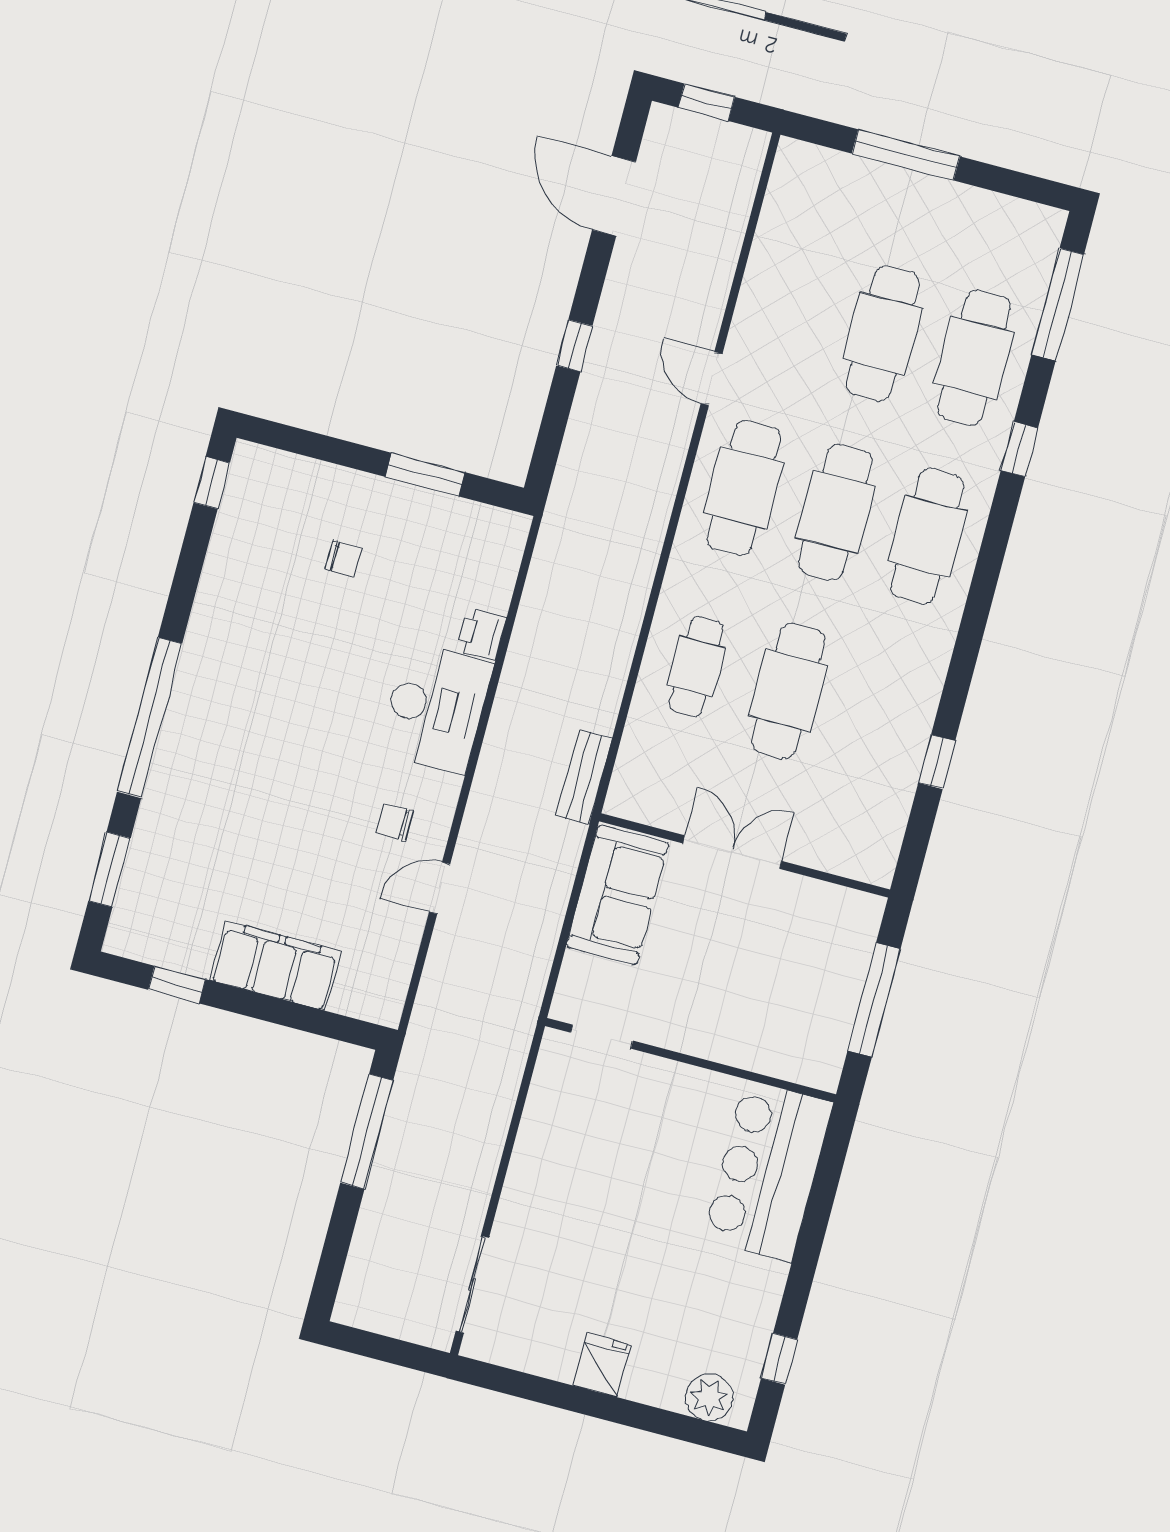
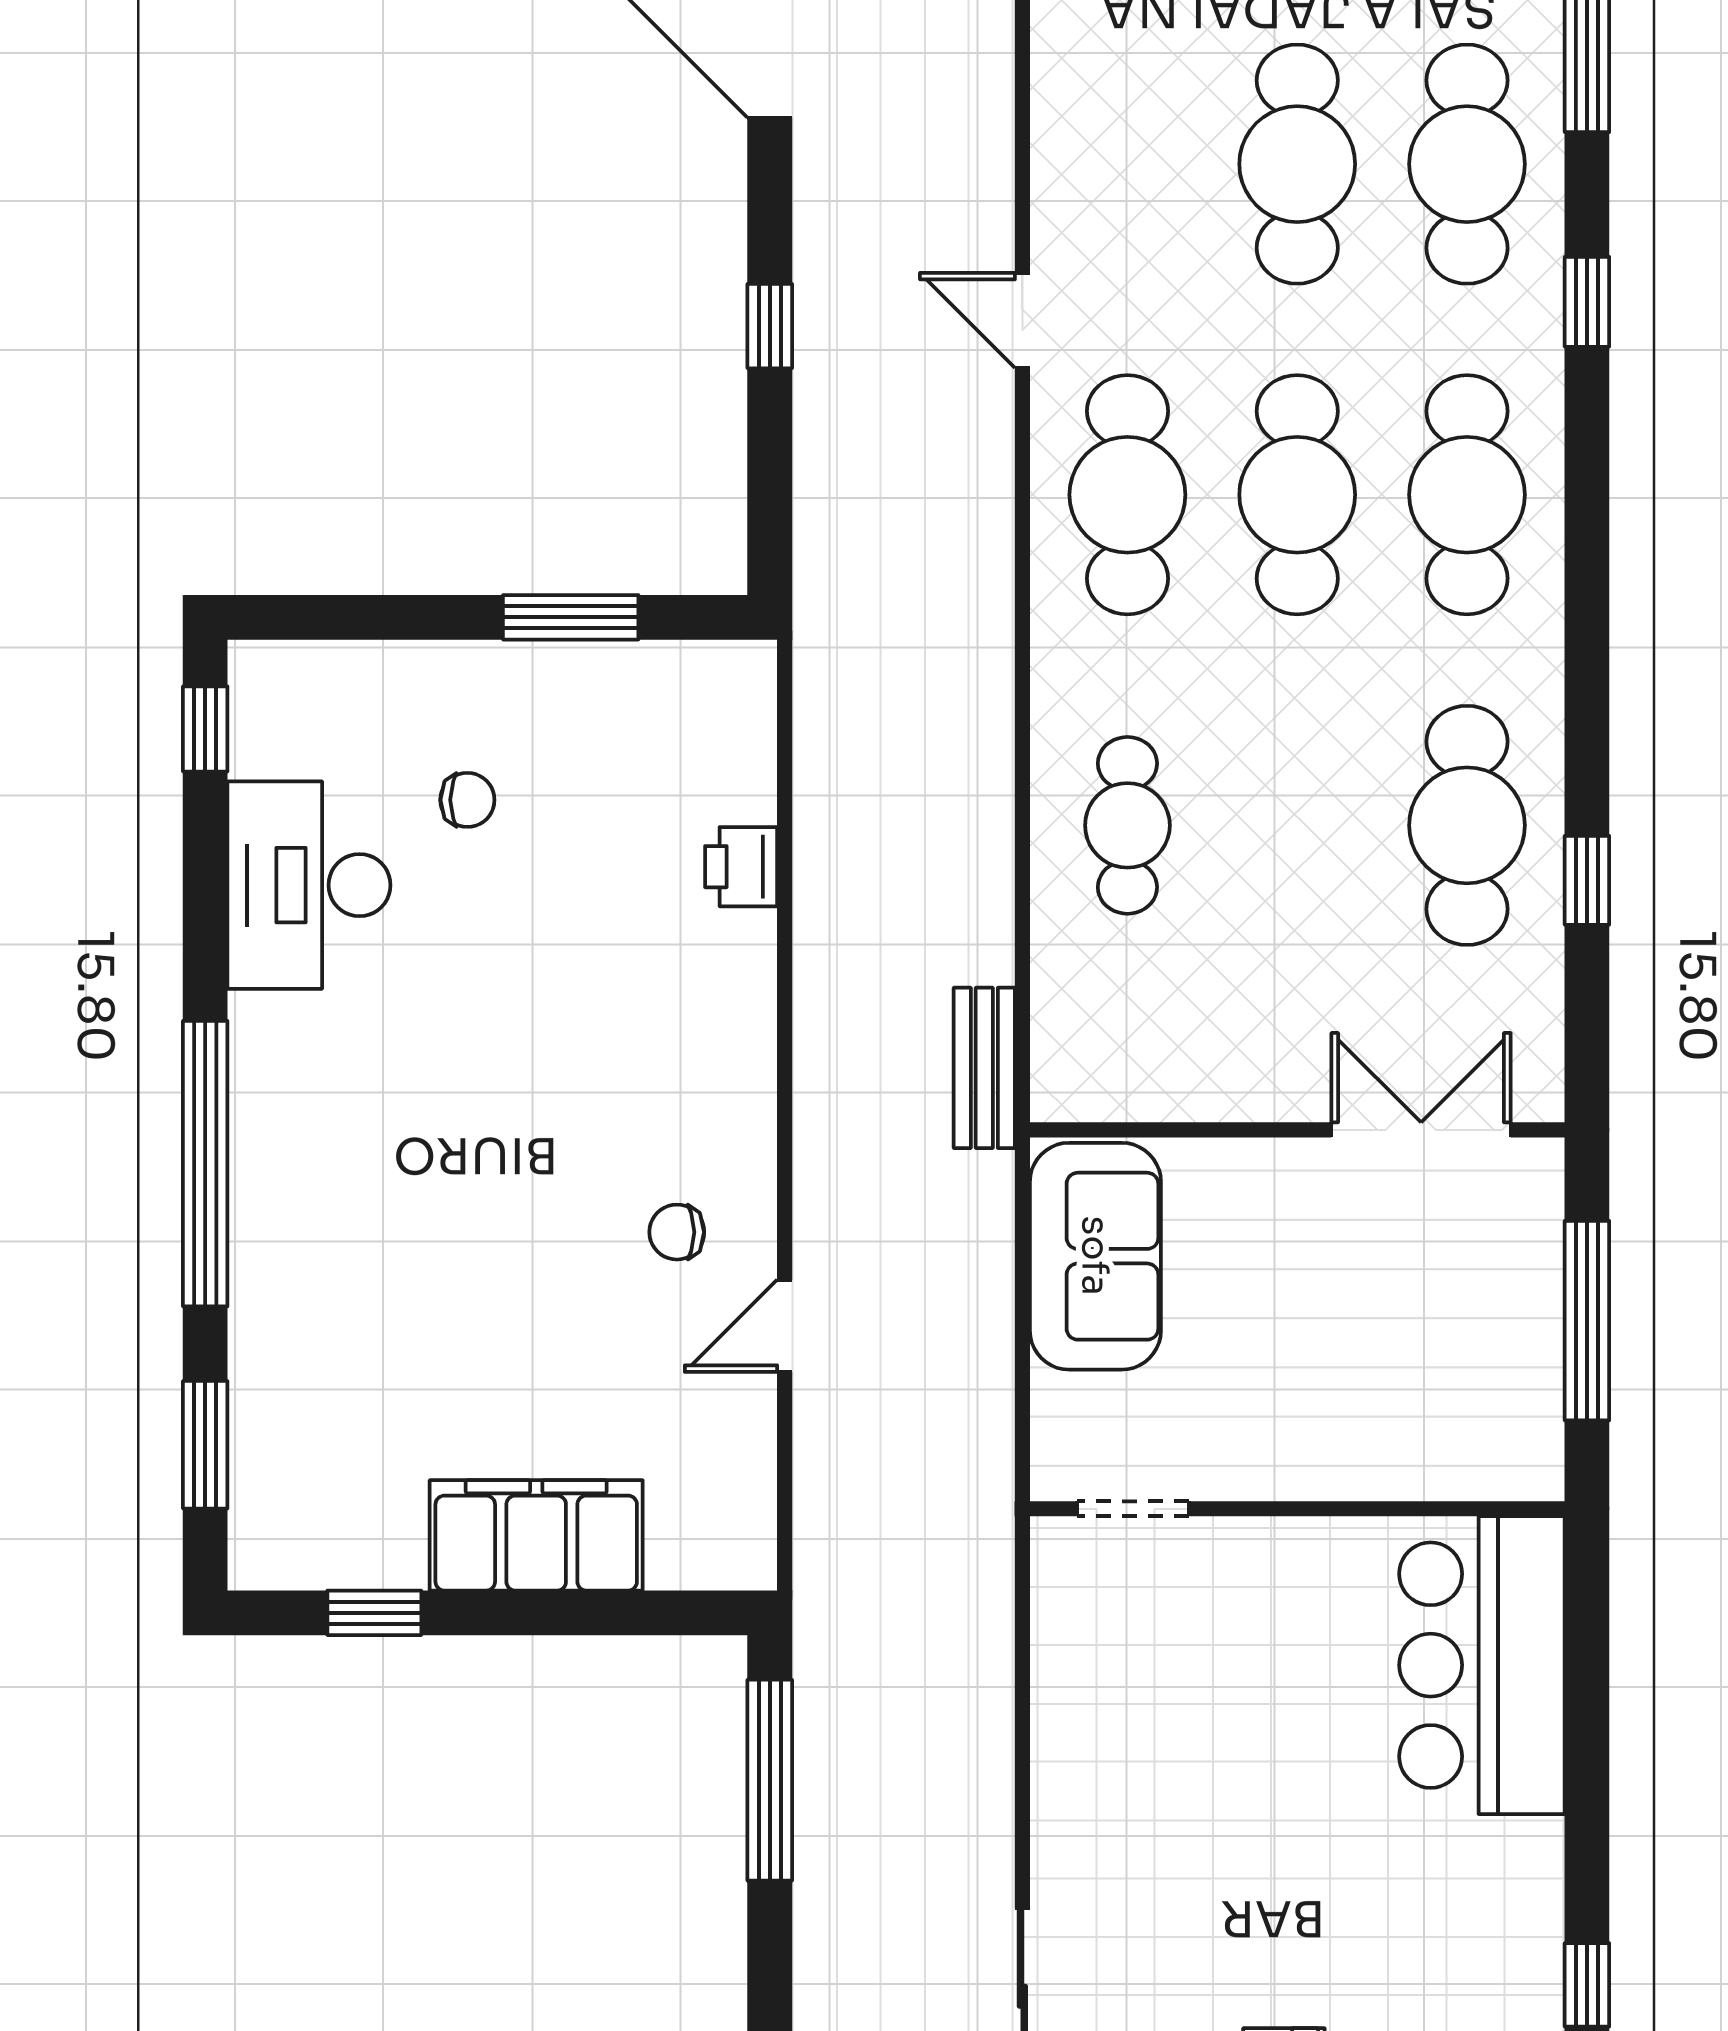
cafe table: (788, 691) -> (1467, 825), moved
desk: (436, 708) -> (309, 885), moved, turned 180
double door: (732, 852) -> (1421, 1130), moved

